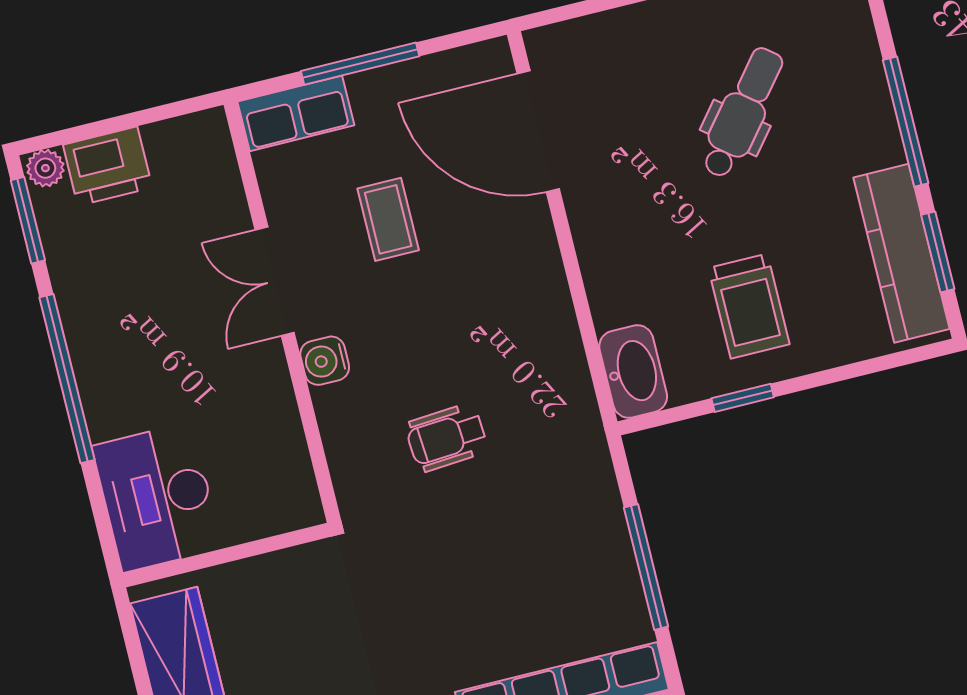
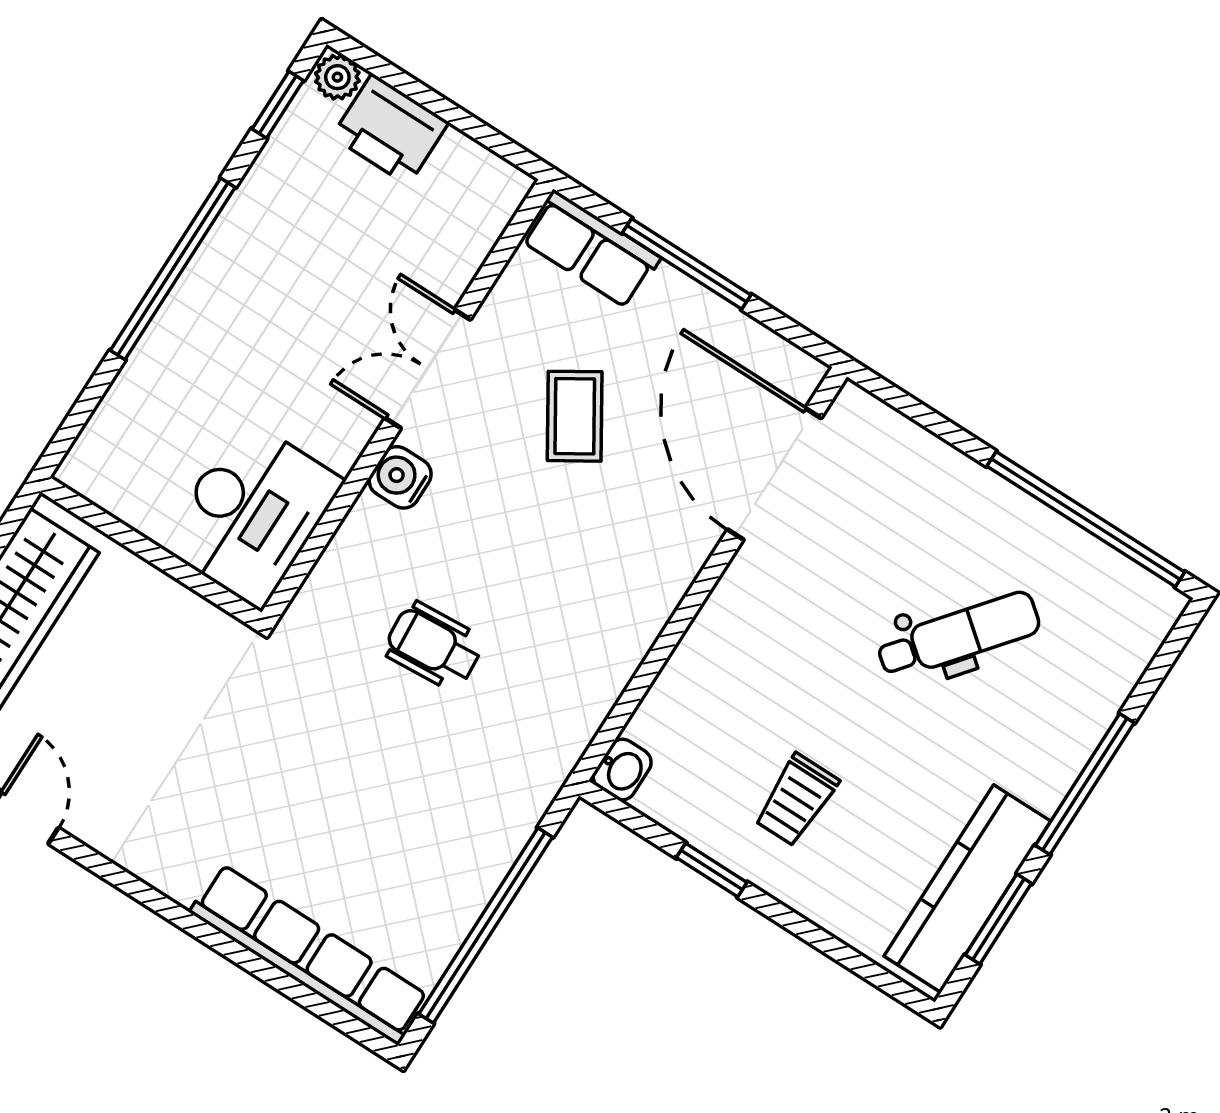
coffee table: (388, 219) -> (575, 416), turned -32
window: (28, 220) -> (278, 105), width x0.67
trolley: (749, 306) -> (796, 800), width x0.73, depth x0.72
washbasin: (633, 372) -> (622, 770), width x0.52, depth x0.69
desk: (157, 497) -> (252, 513), moved, turned 180
window: (646, 567) -> (486, 925), width x1.46

